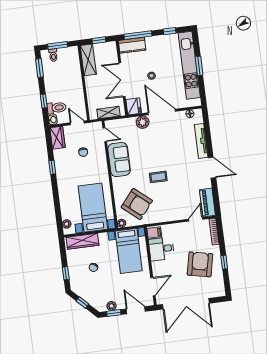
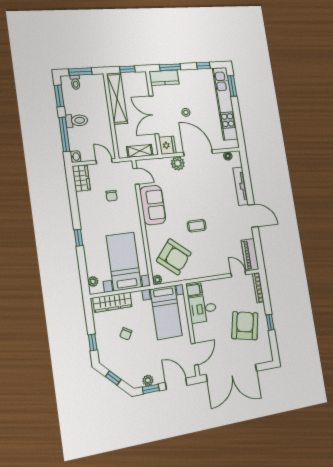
window: (138, 35) -> (170, 67), width x0.69
shelving: (88, 60) -> (117, 98), width x1.47
window: (199, 66) -> (232, 86), moved
window: (44, 101) -> (64, 134), width x2.17
toilet: (57, 108) -> (77, 121), moved
window: (52, 167) -> (78, 238), moved
door: (196, 219) -> (238, 274), hinge flipped

